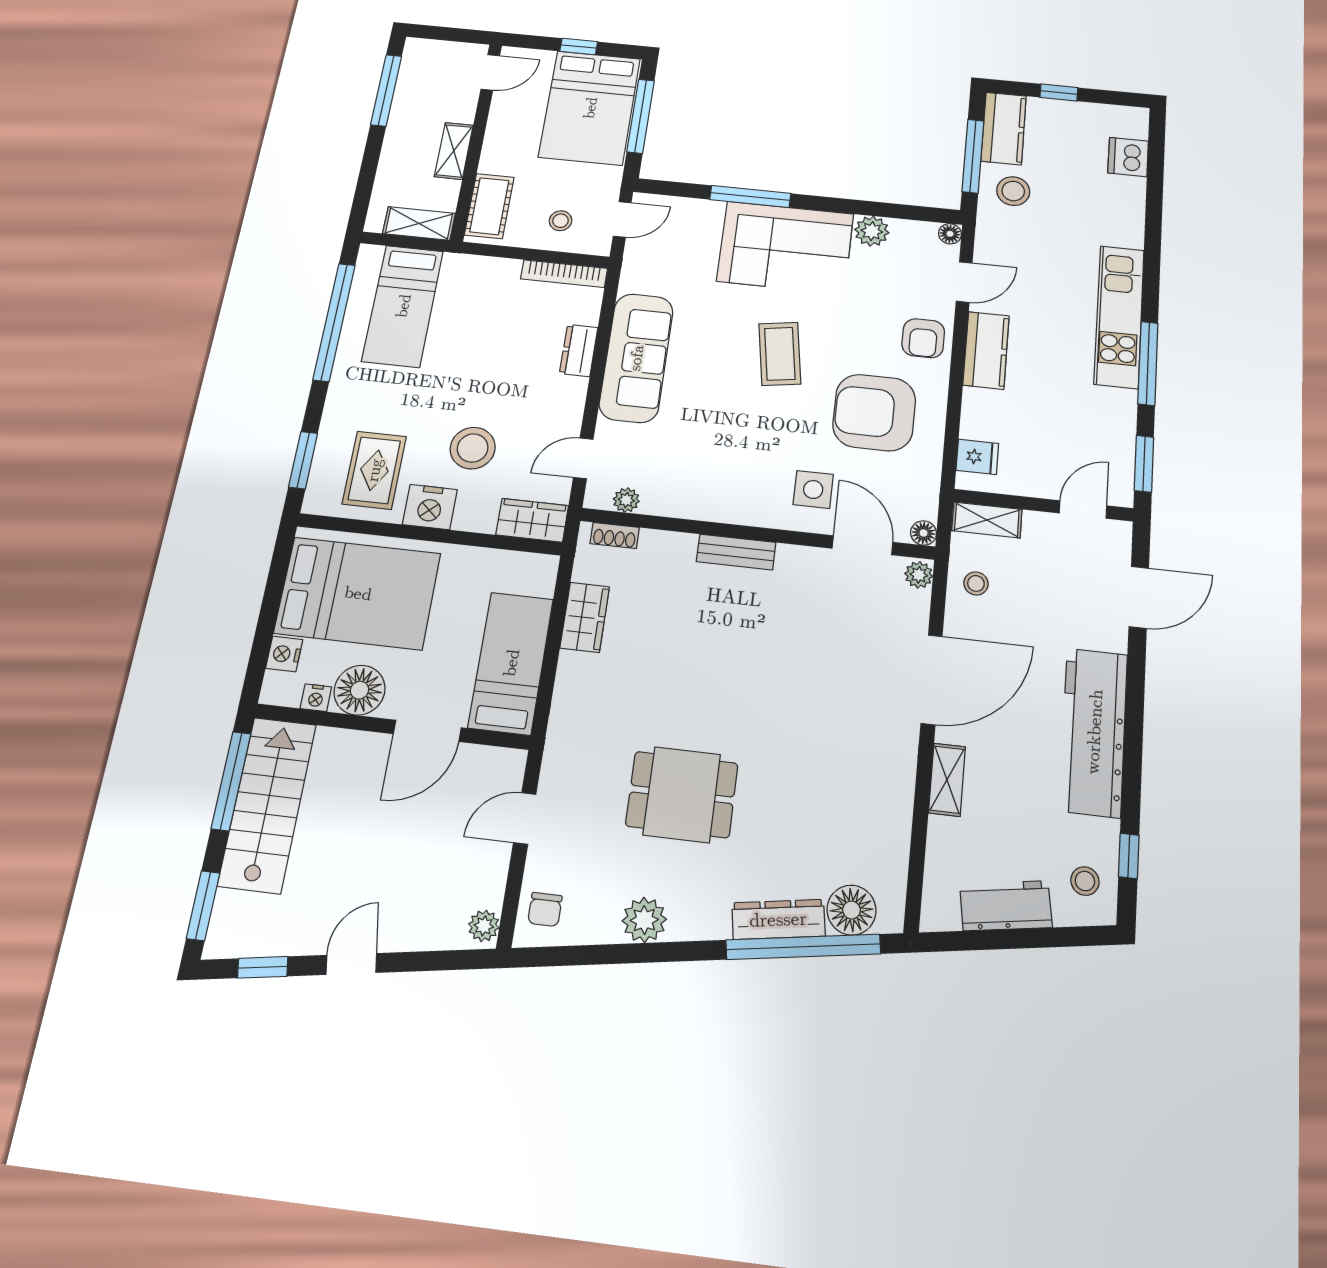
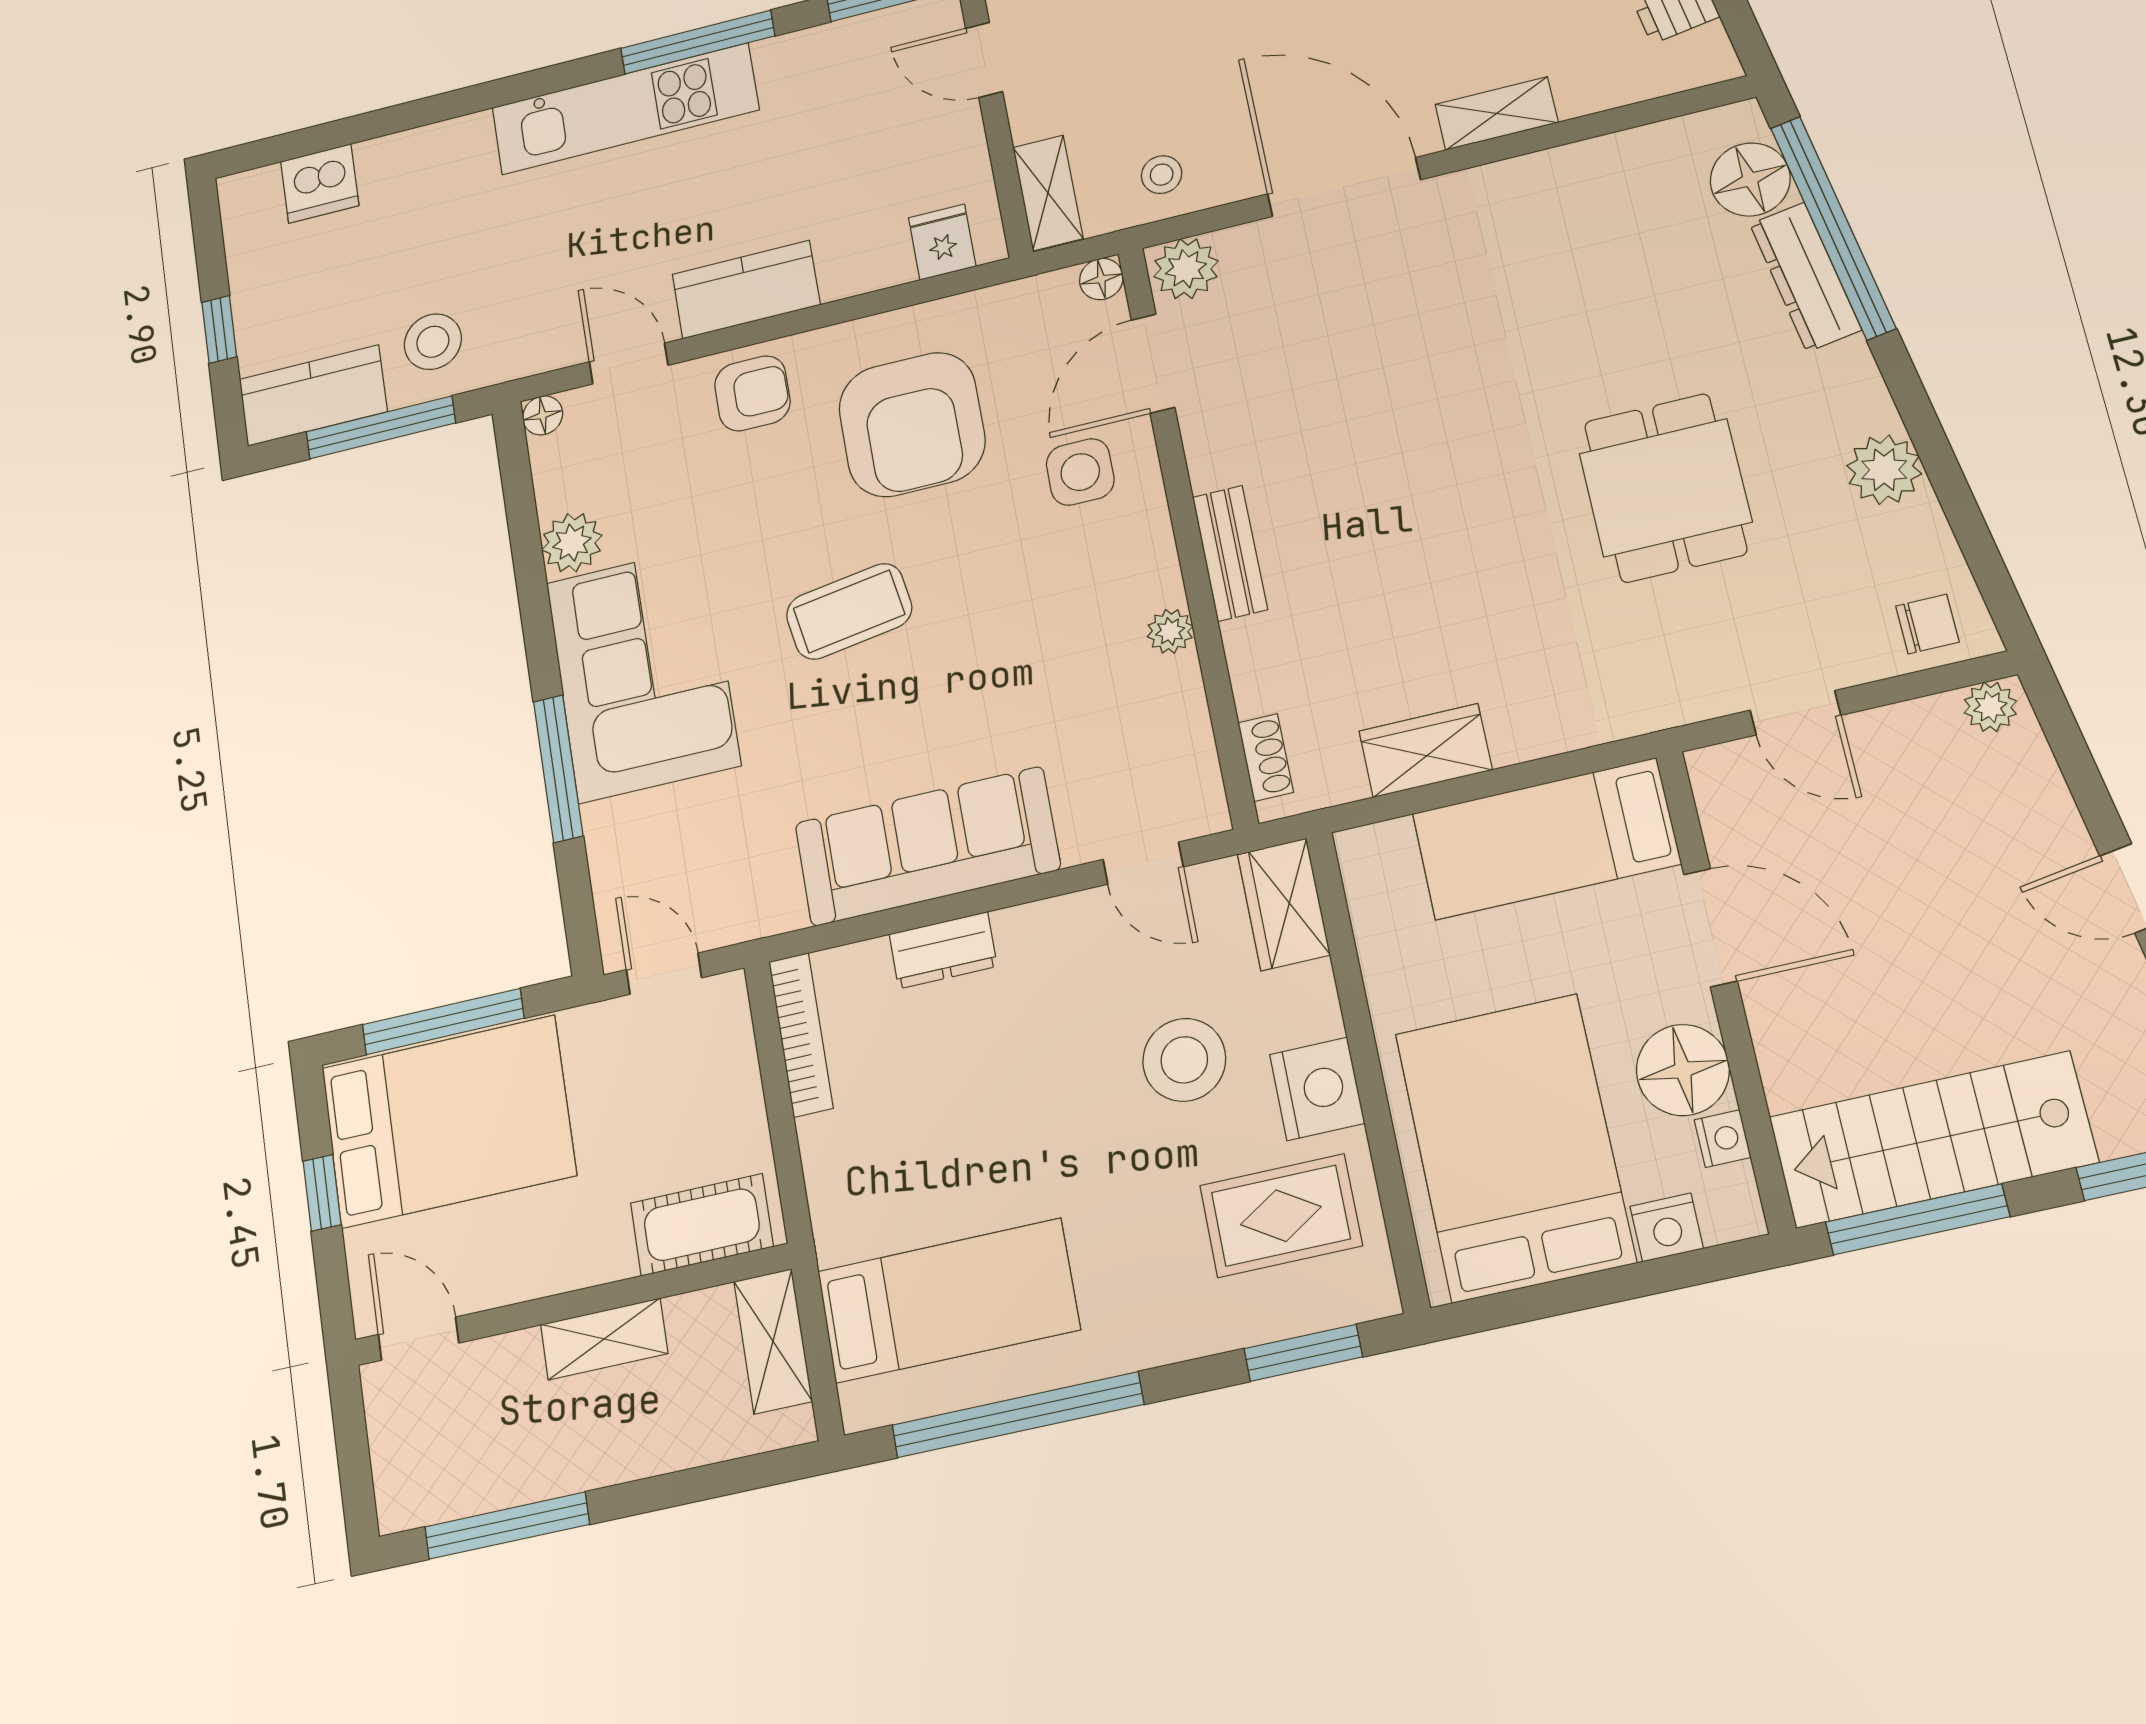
stool: (561, 221) -> (696, 1083), removed
plant: (626, 500) -> (1170, 631), moved
plant: (919, 575) -> (1186, 269), width x1.38, depth x1.38

